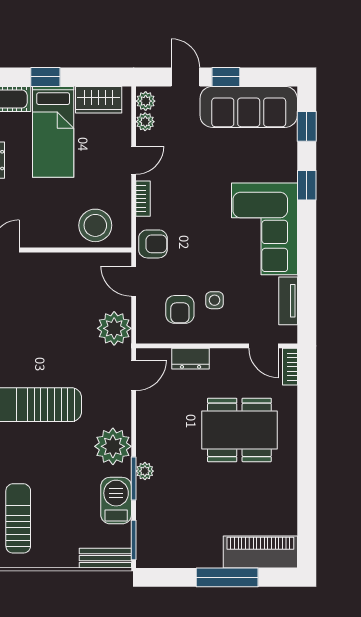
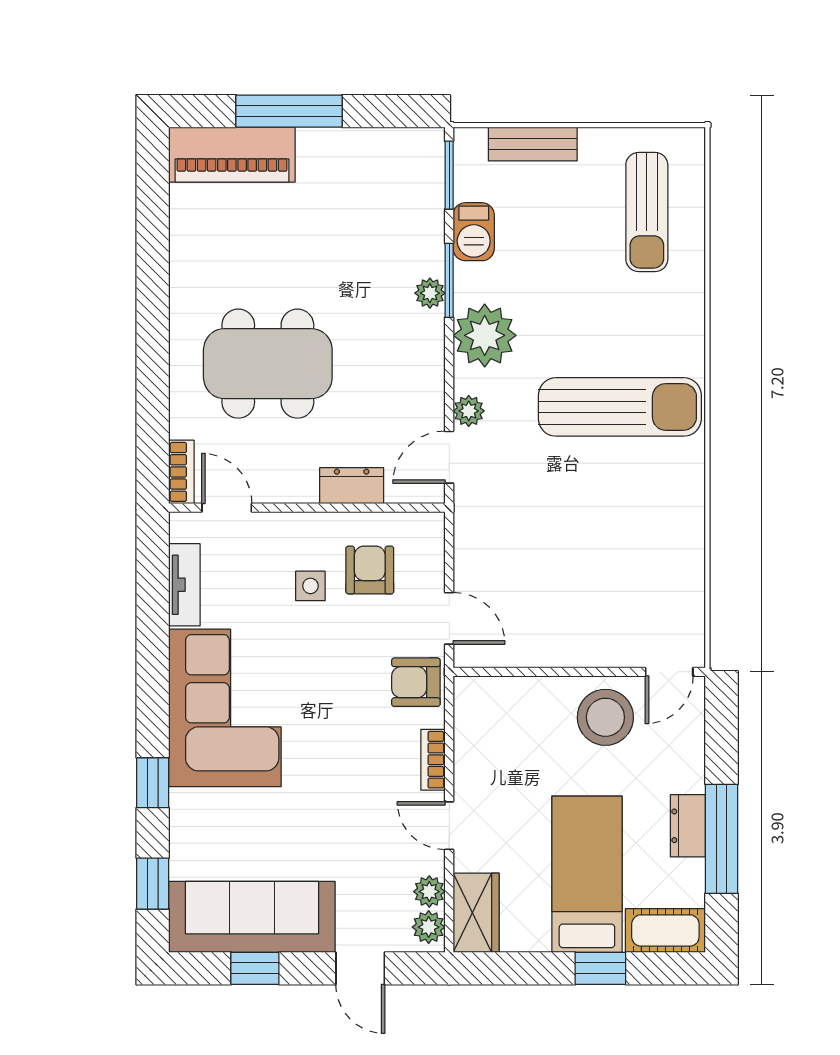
window: (226, 77) -> (255, 968), moved
wardrobe: (99, 100) -> (476, 913), moved, turned 90
door: (134, 160) -> (449, 826), hinge flipped
stool: (95, 225) -> (605, 717), moved
plant: (114, 328) -> (469, 411), moved, width x0.53, depth x0.53
barbecue: (116, 501) -> (474, 232), width x0.73, depth x0.79
bench: (105, 558) -> (533, 144), moved

